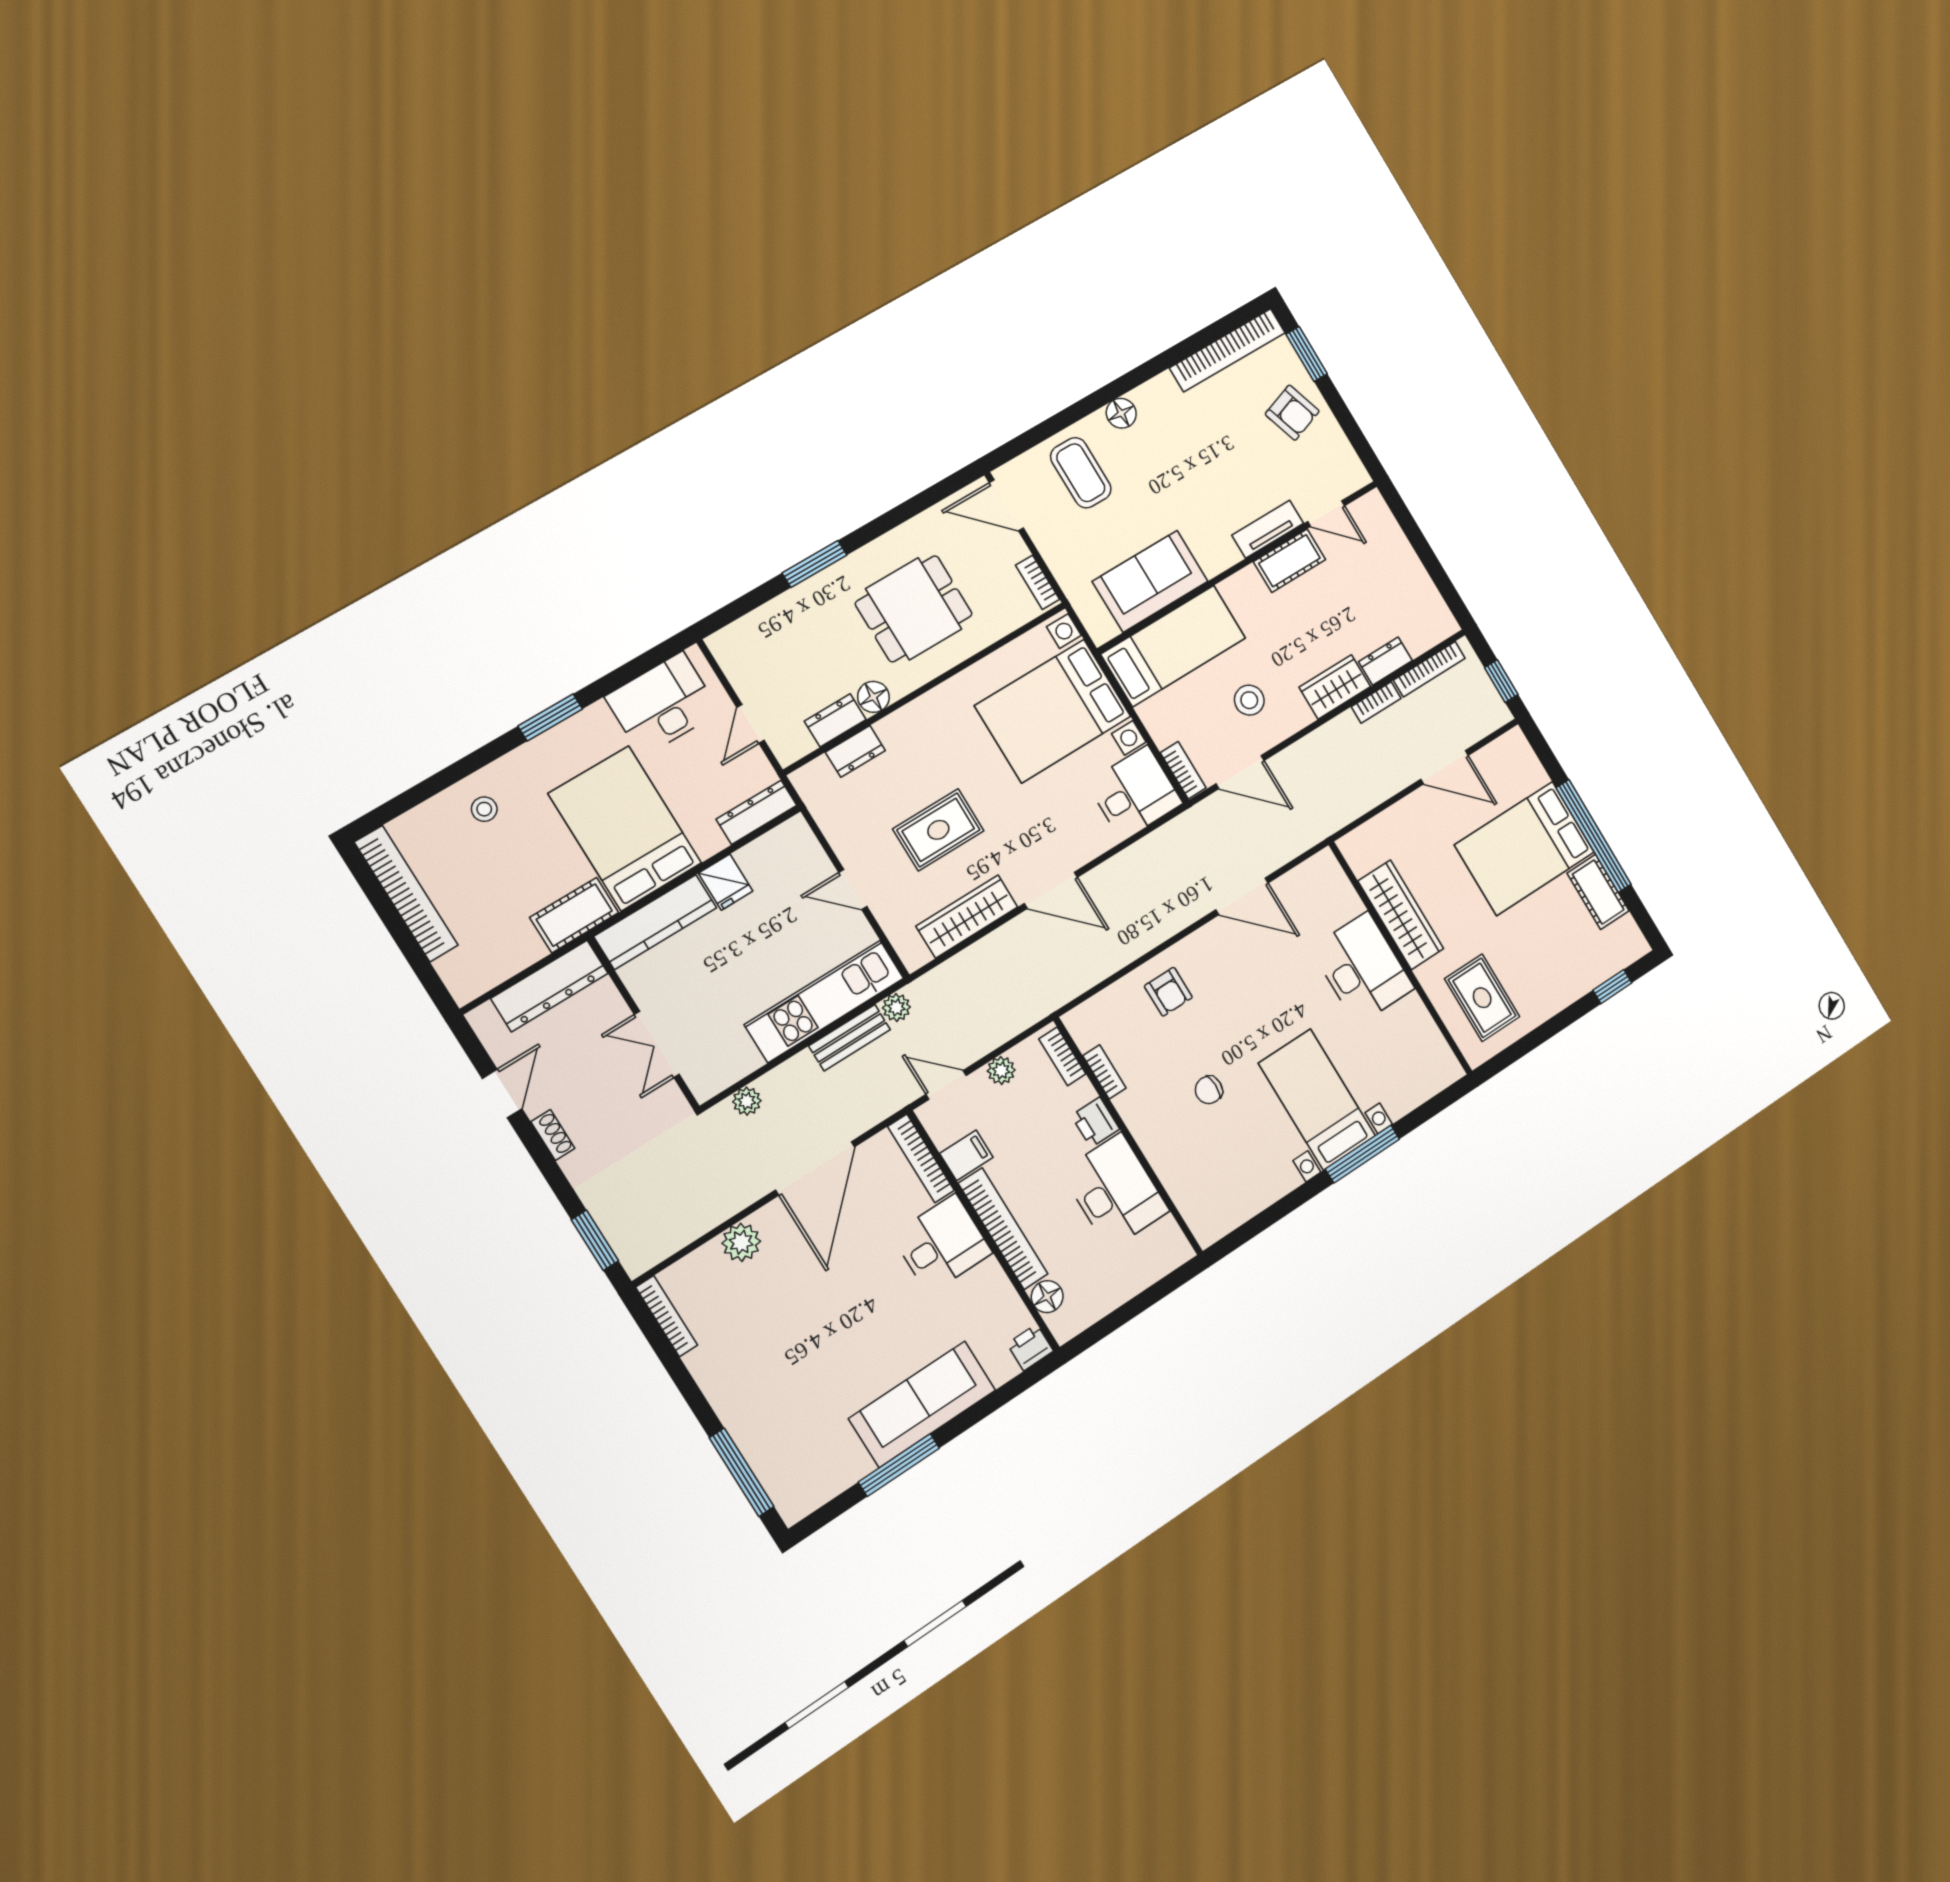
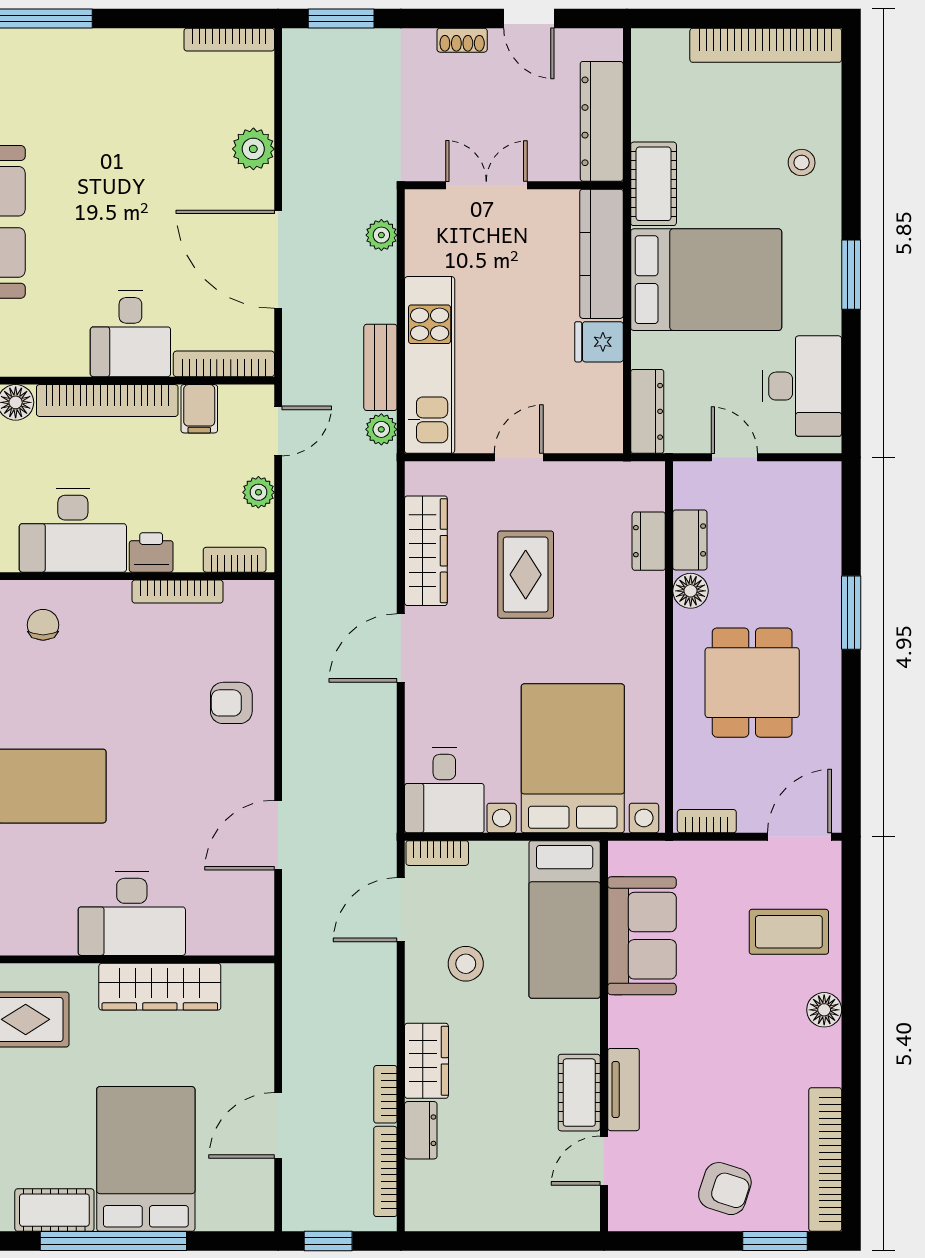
armchair: (1292, 413) -> (725, 1189), turned -143
bookcase: (1104, 1072) -> (177, 592), width x1.56
chair: (1209, 1090) -> (43, 625), moved

